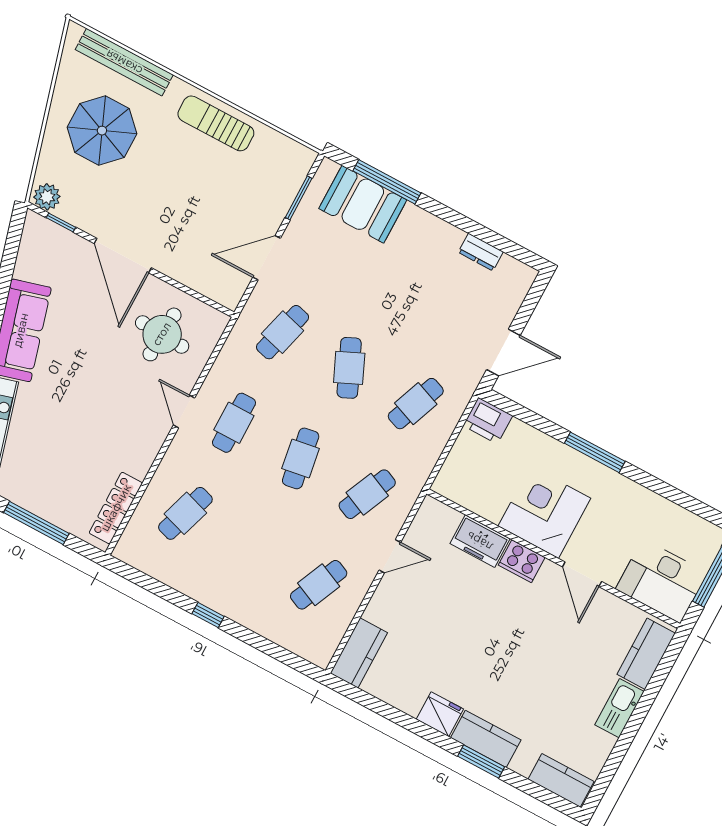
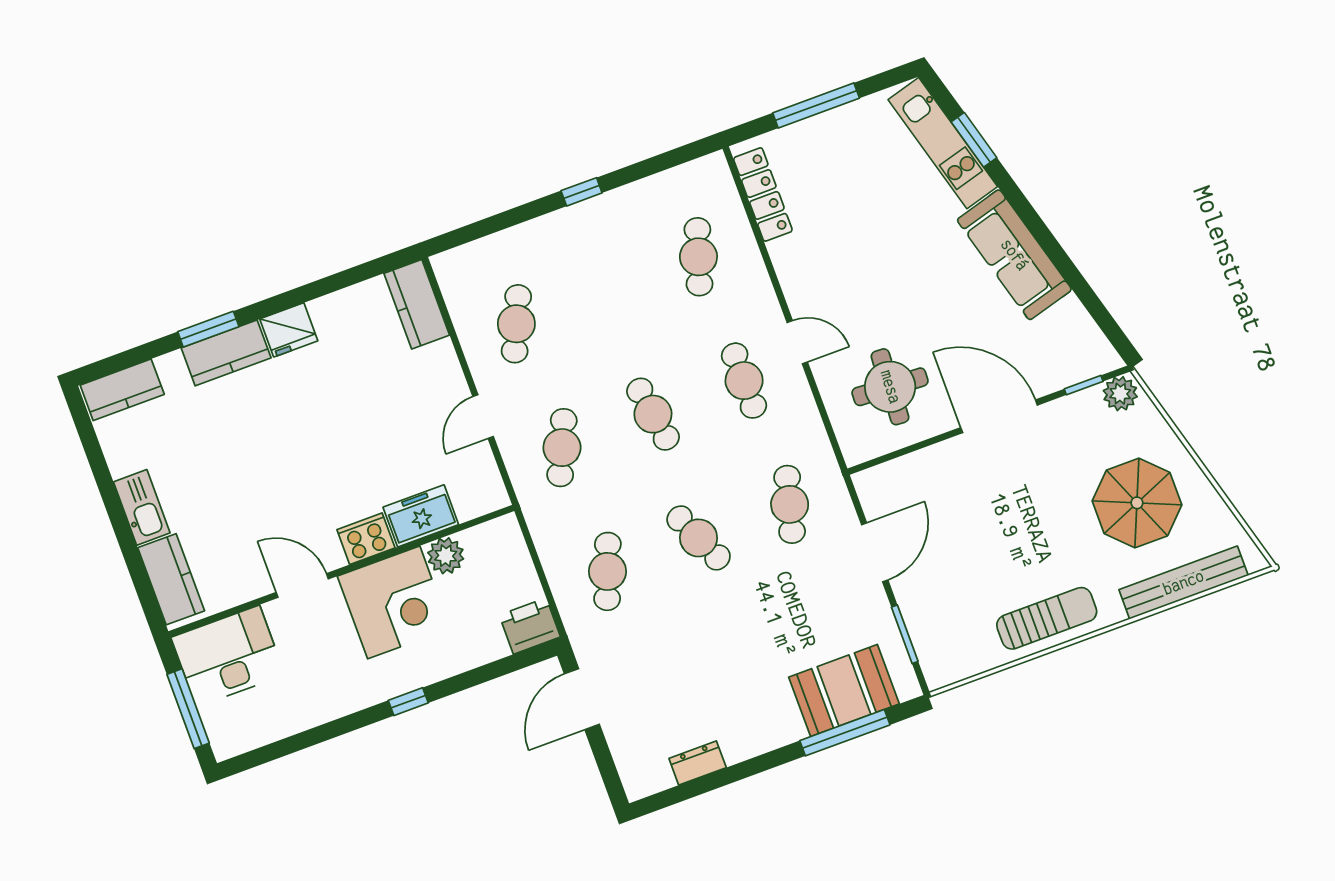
window: (595, 452) -> (408, 702), width x0.46
plant: (490, 506) -> (446, 556), added

